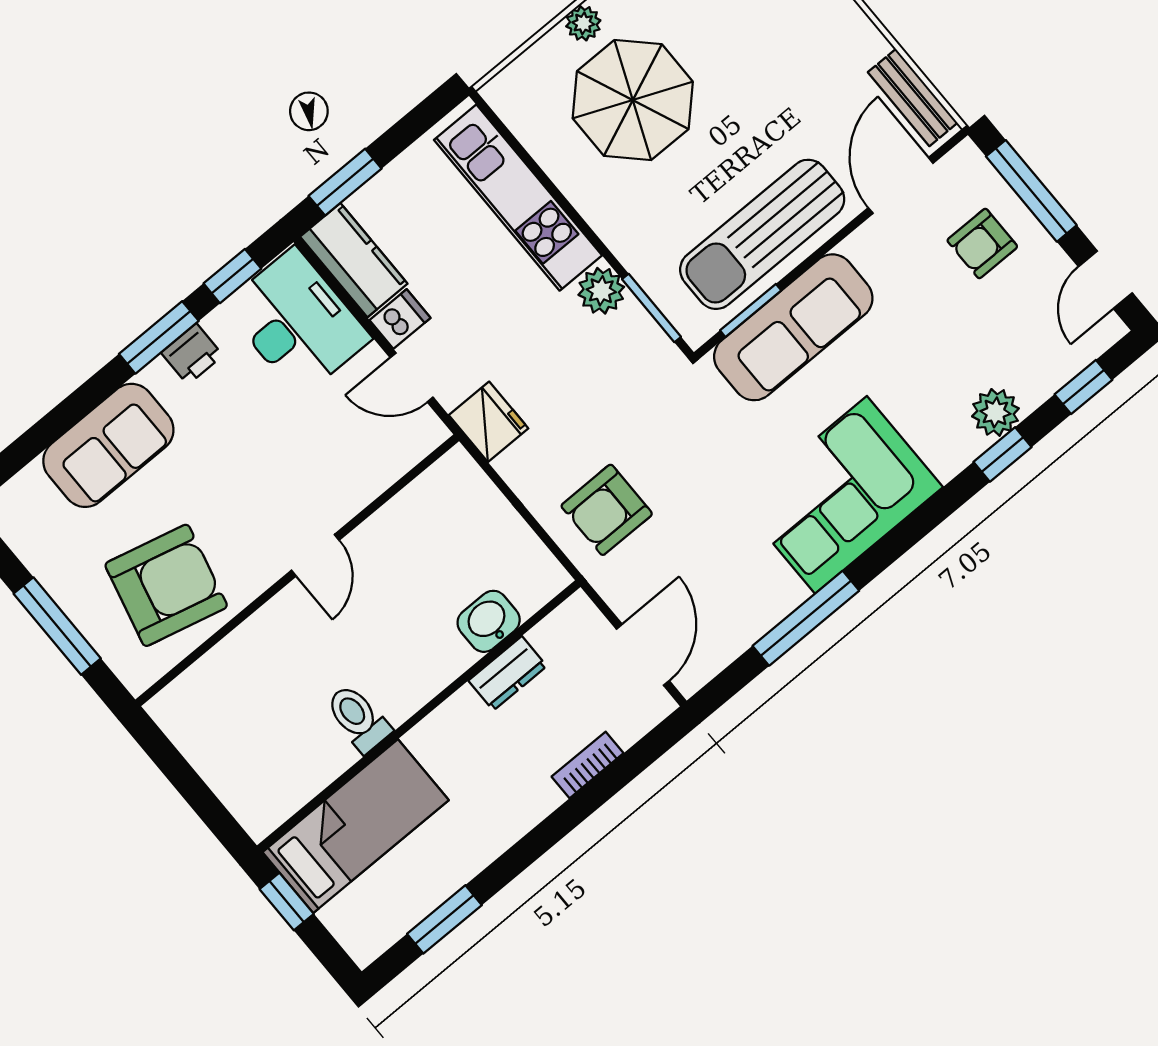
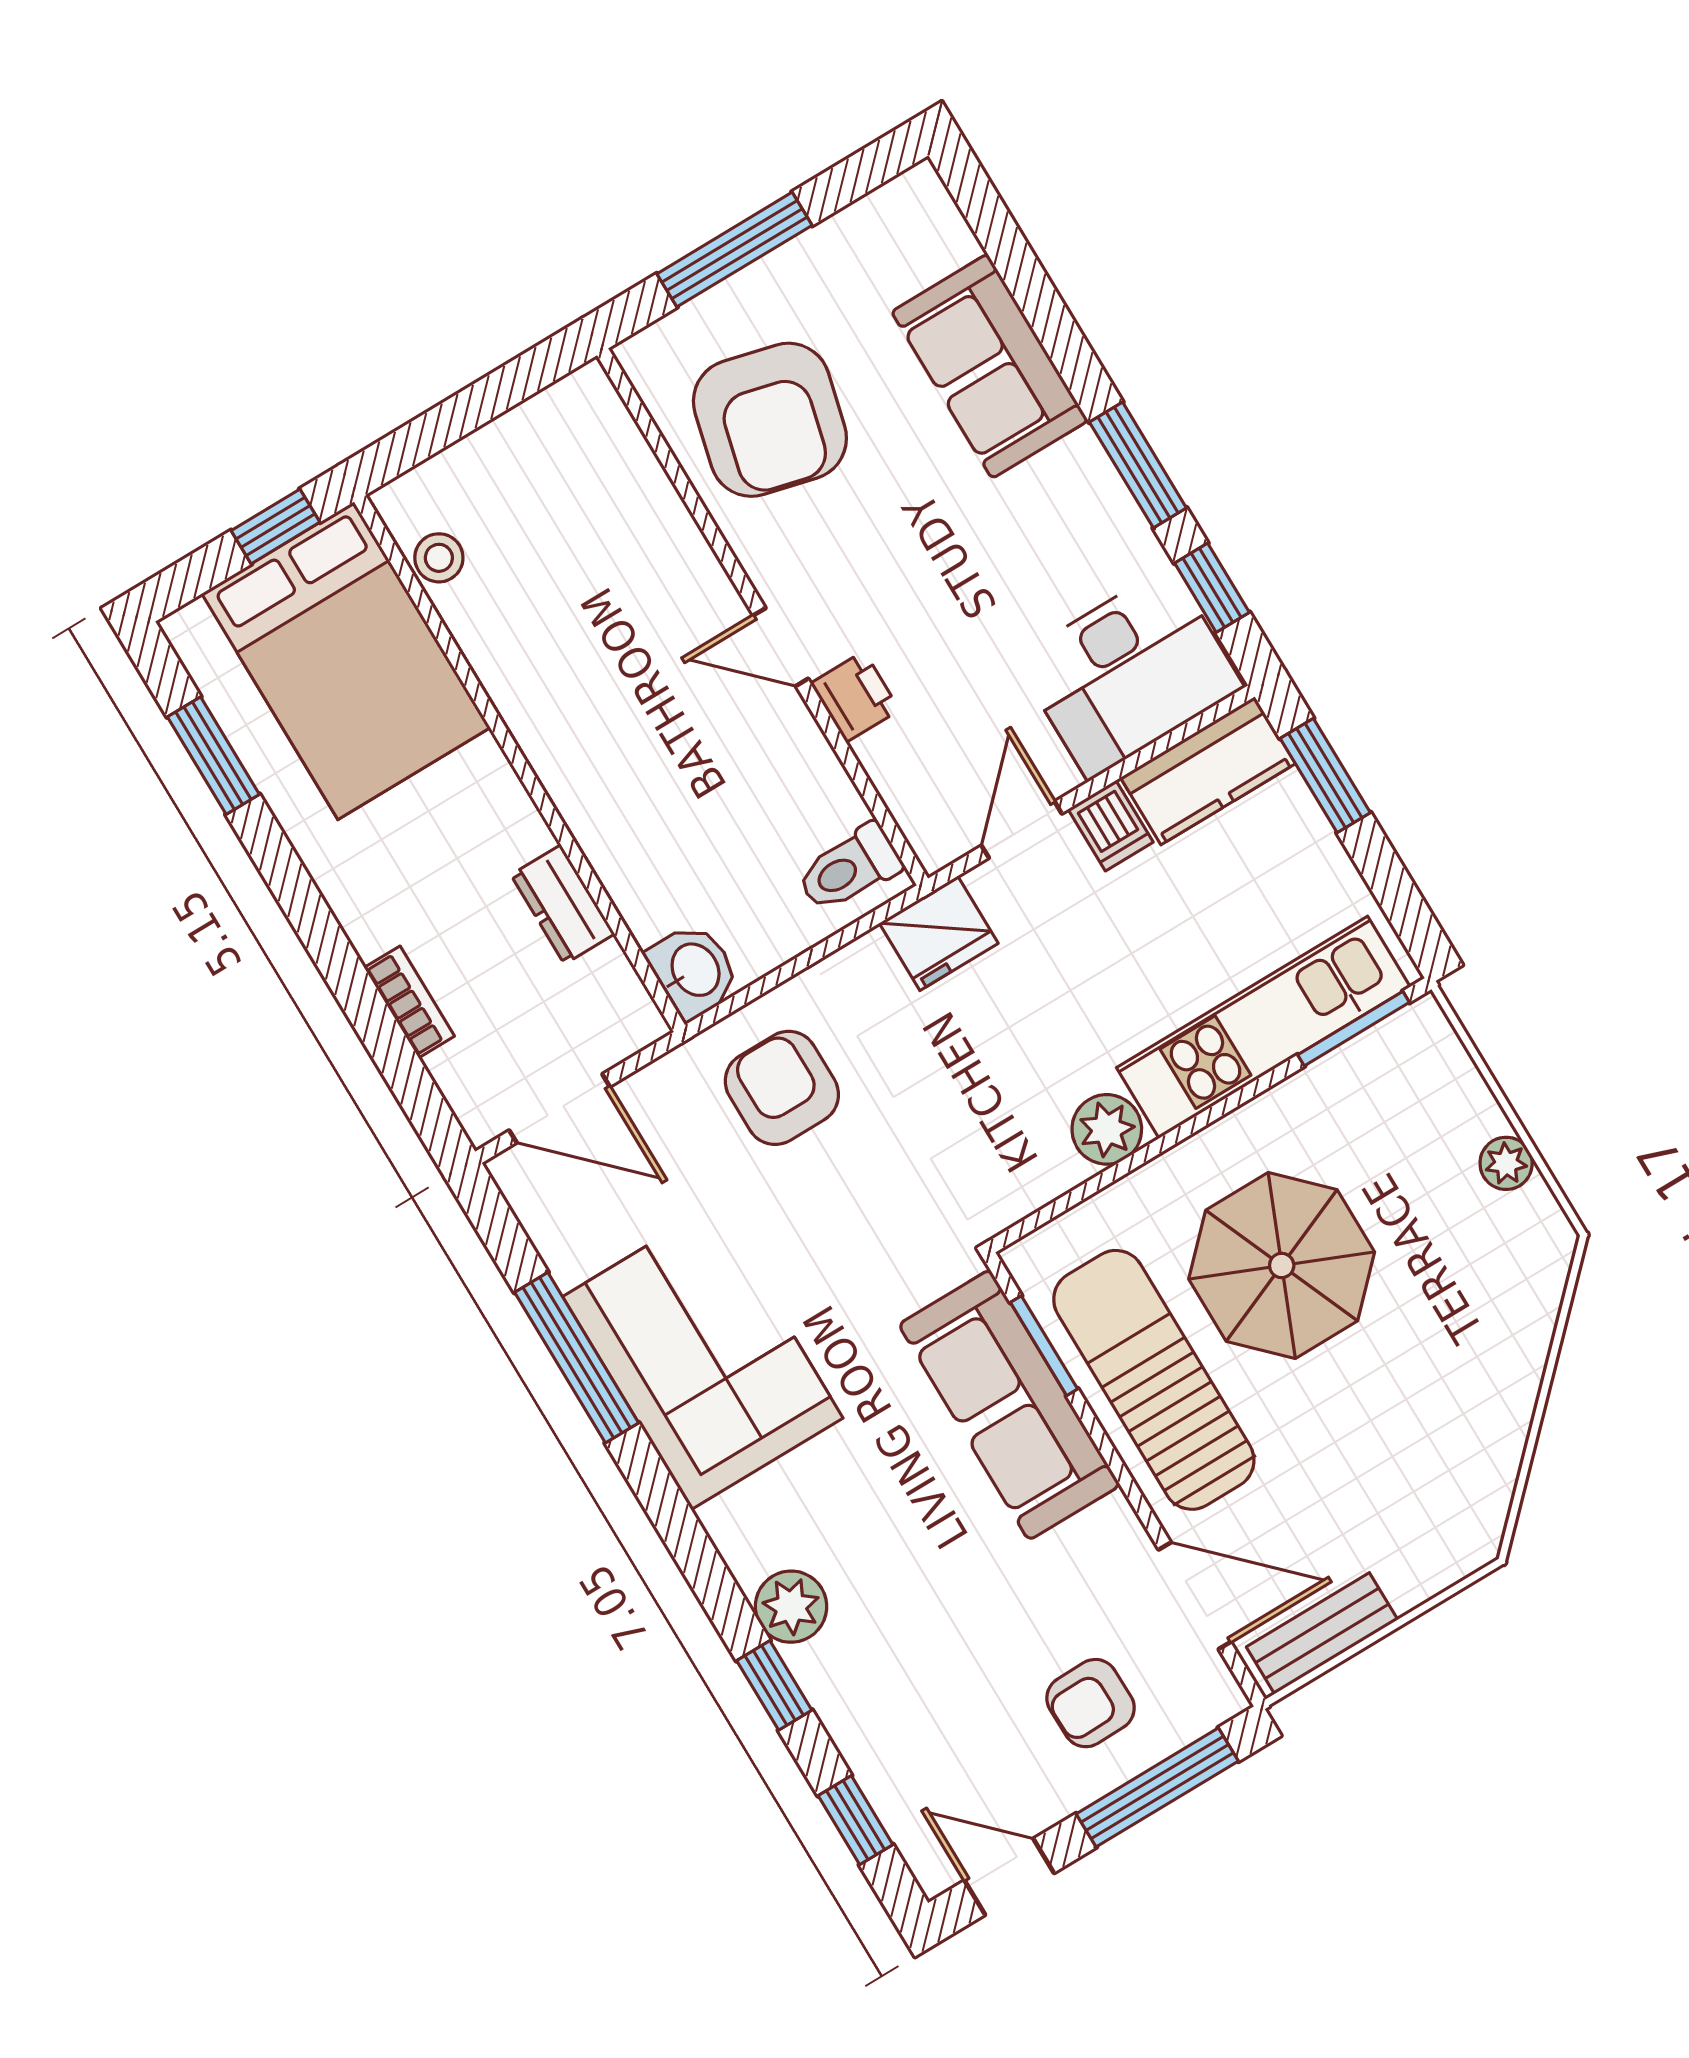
parasol: (633, 100) -> (1282, 1265), moved
armchair: (982, 244) -> (1091, 1703), turned -91
window: (651, 308) -> (1354, 1029), moved
printer: (192, 354) -> (855, 697), moved, turned 180
plant: (995, 412) -> (791, 1607), moved
corner sofa: (841, 495) -> (703, 1357), moved
washbasin: (489, 621) -> (694, 971), moved
toilet: (358, 718) -> (849, 868), moved, turned 180
stool: (291, 790) -> (439, 558), added
bed: (356, 826) -> (346, 661), width x1.50

